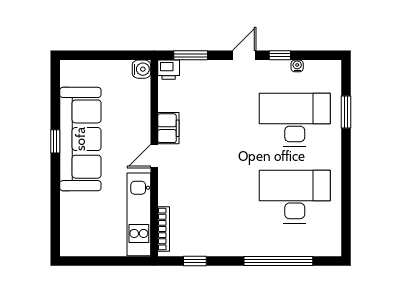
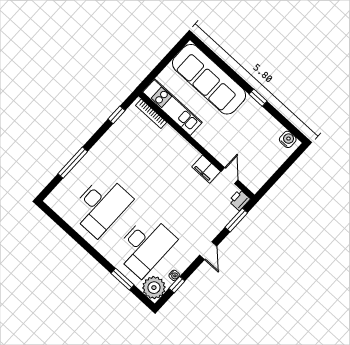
window: (280, 55) -> (177, 285), moved
water cooler: (141, 69) -> (288, 139), moved, turned 180
plant: (327, 75) -> (154, 288), added
sofa: (80, 139) -> (209, 79), moved
door: (154, 156) -> (230, 176), moved
window: (278, 261) -> (73, 163), width x0.68

